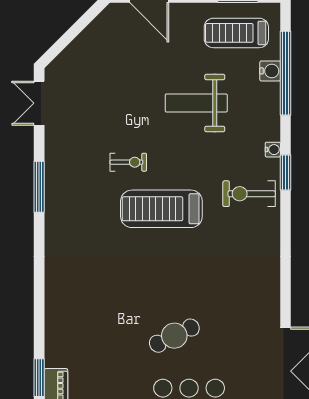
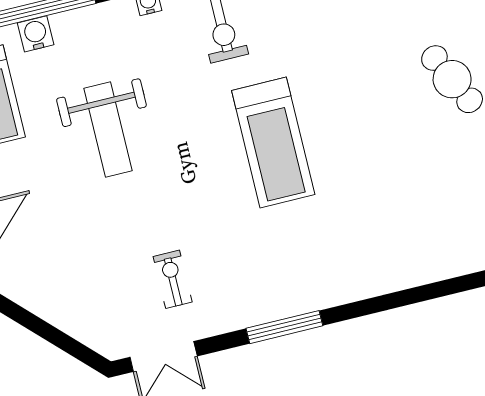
exercise bike: (128, 162) -> (173, 279), moved

